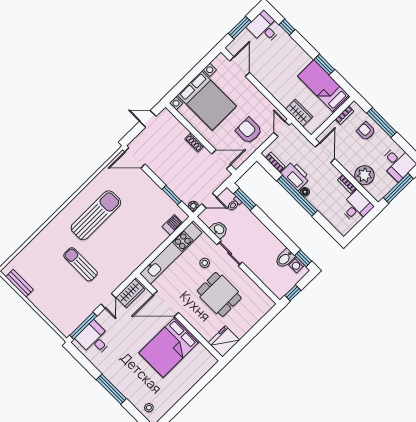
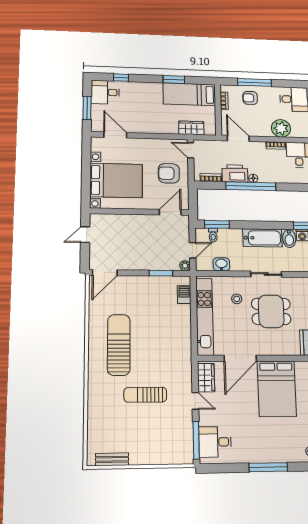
shoe rack: (194, 142) -> (138, 219), removed
bathtub: (267, 239) -> (262, 238), added
sliding door: (230, 253) -> (266, 274), moved

